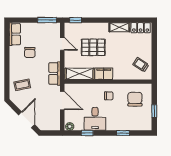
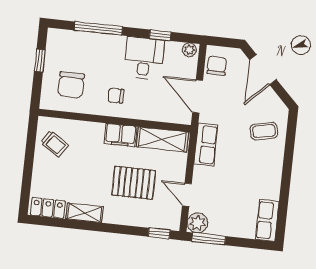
plant: (54, 28) -> (198, 223), added
chair: (30, 52) -> (217, 66), moved
window: (123, 133) -> (98, 29), width x2.17

